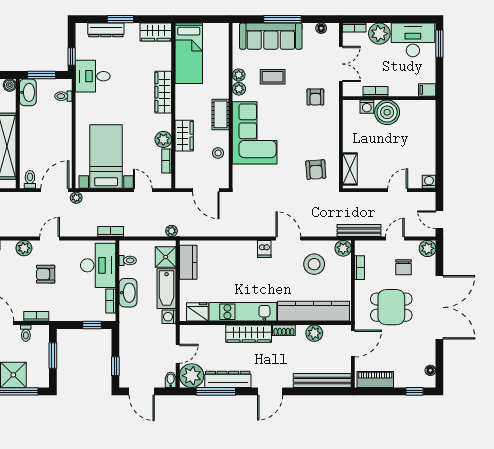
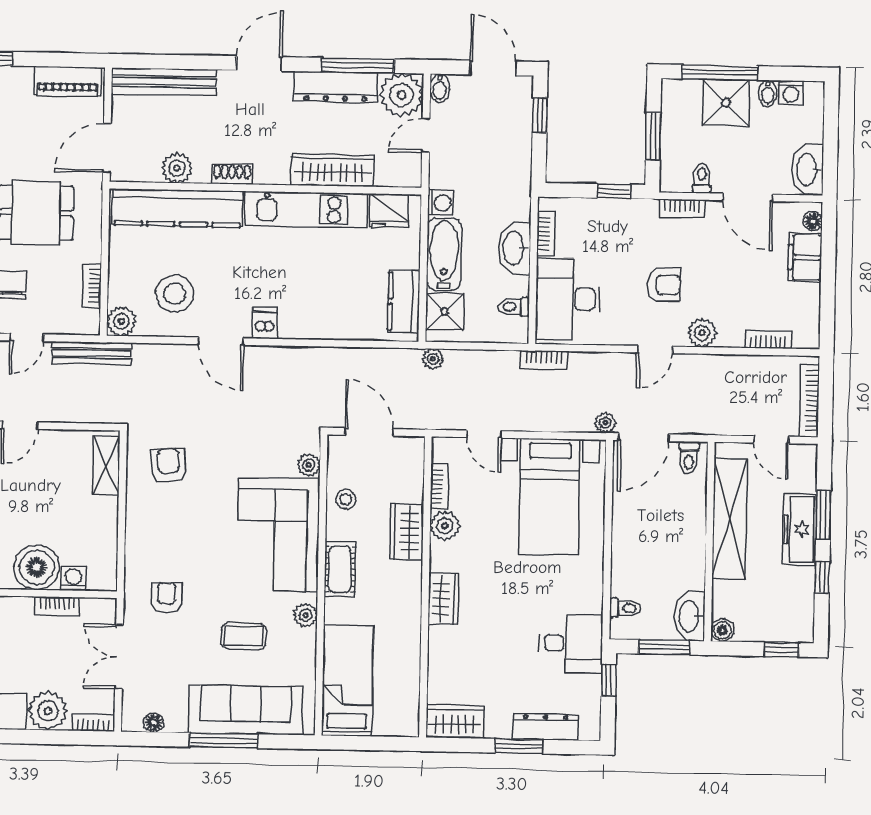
bed: (189, 53) -> (347, 681), moved
plant: (239, 75) -> (309, 465), moved
wardrobe: (163, 92) -> (443, 599), width x0.67
window: (92, 325) -> (614, 191), moved
wardrobe: (249, 334) -> (333, 170), moved

